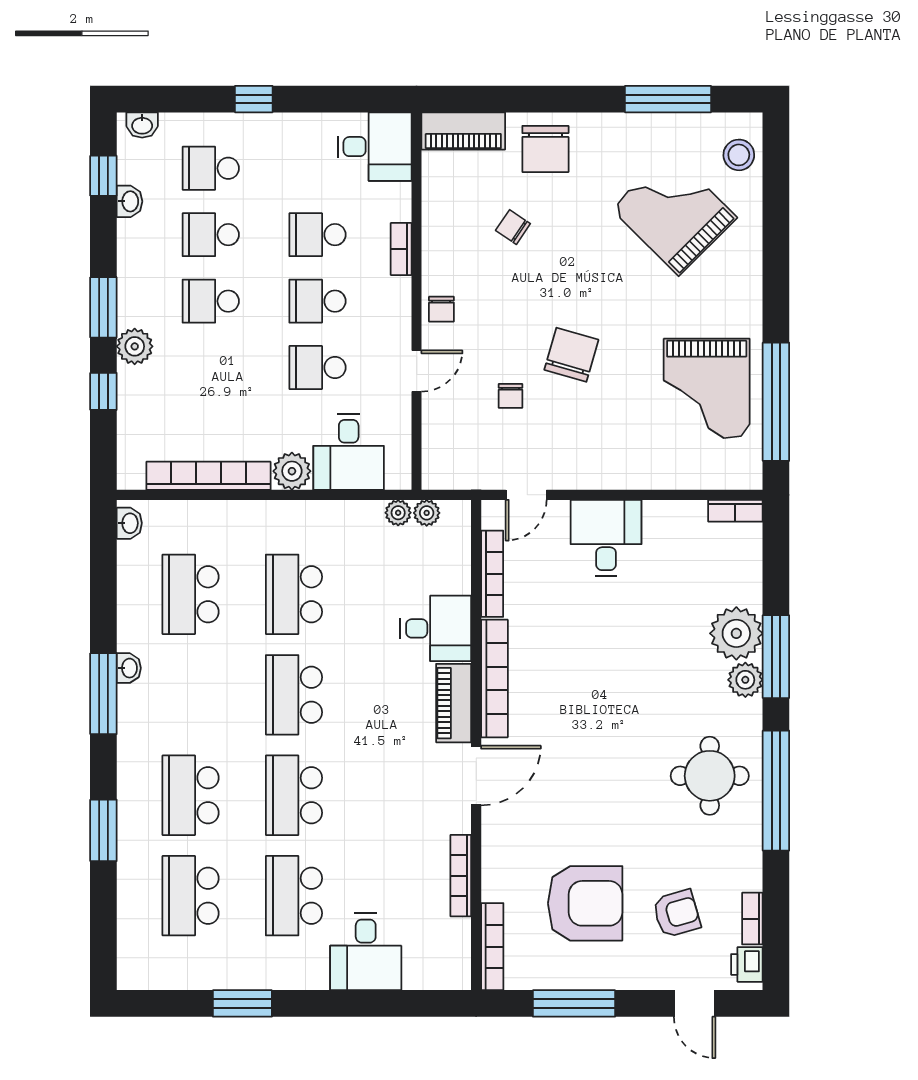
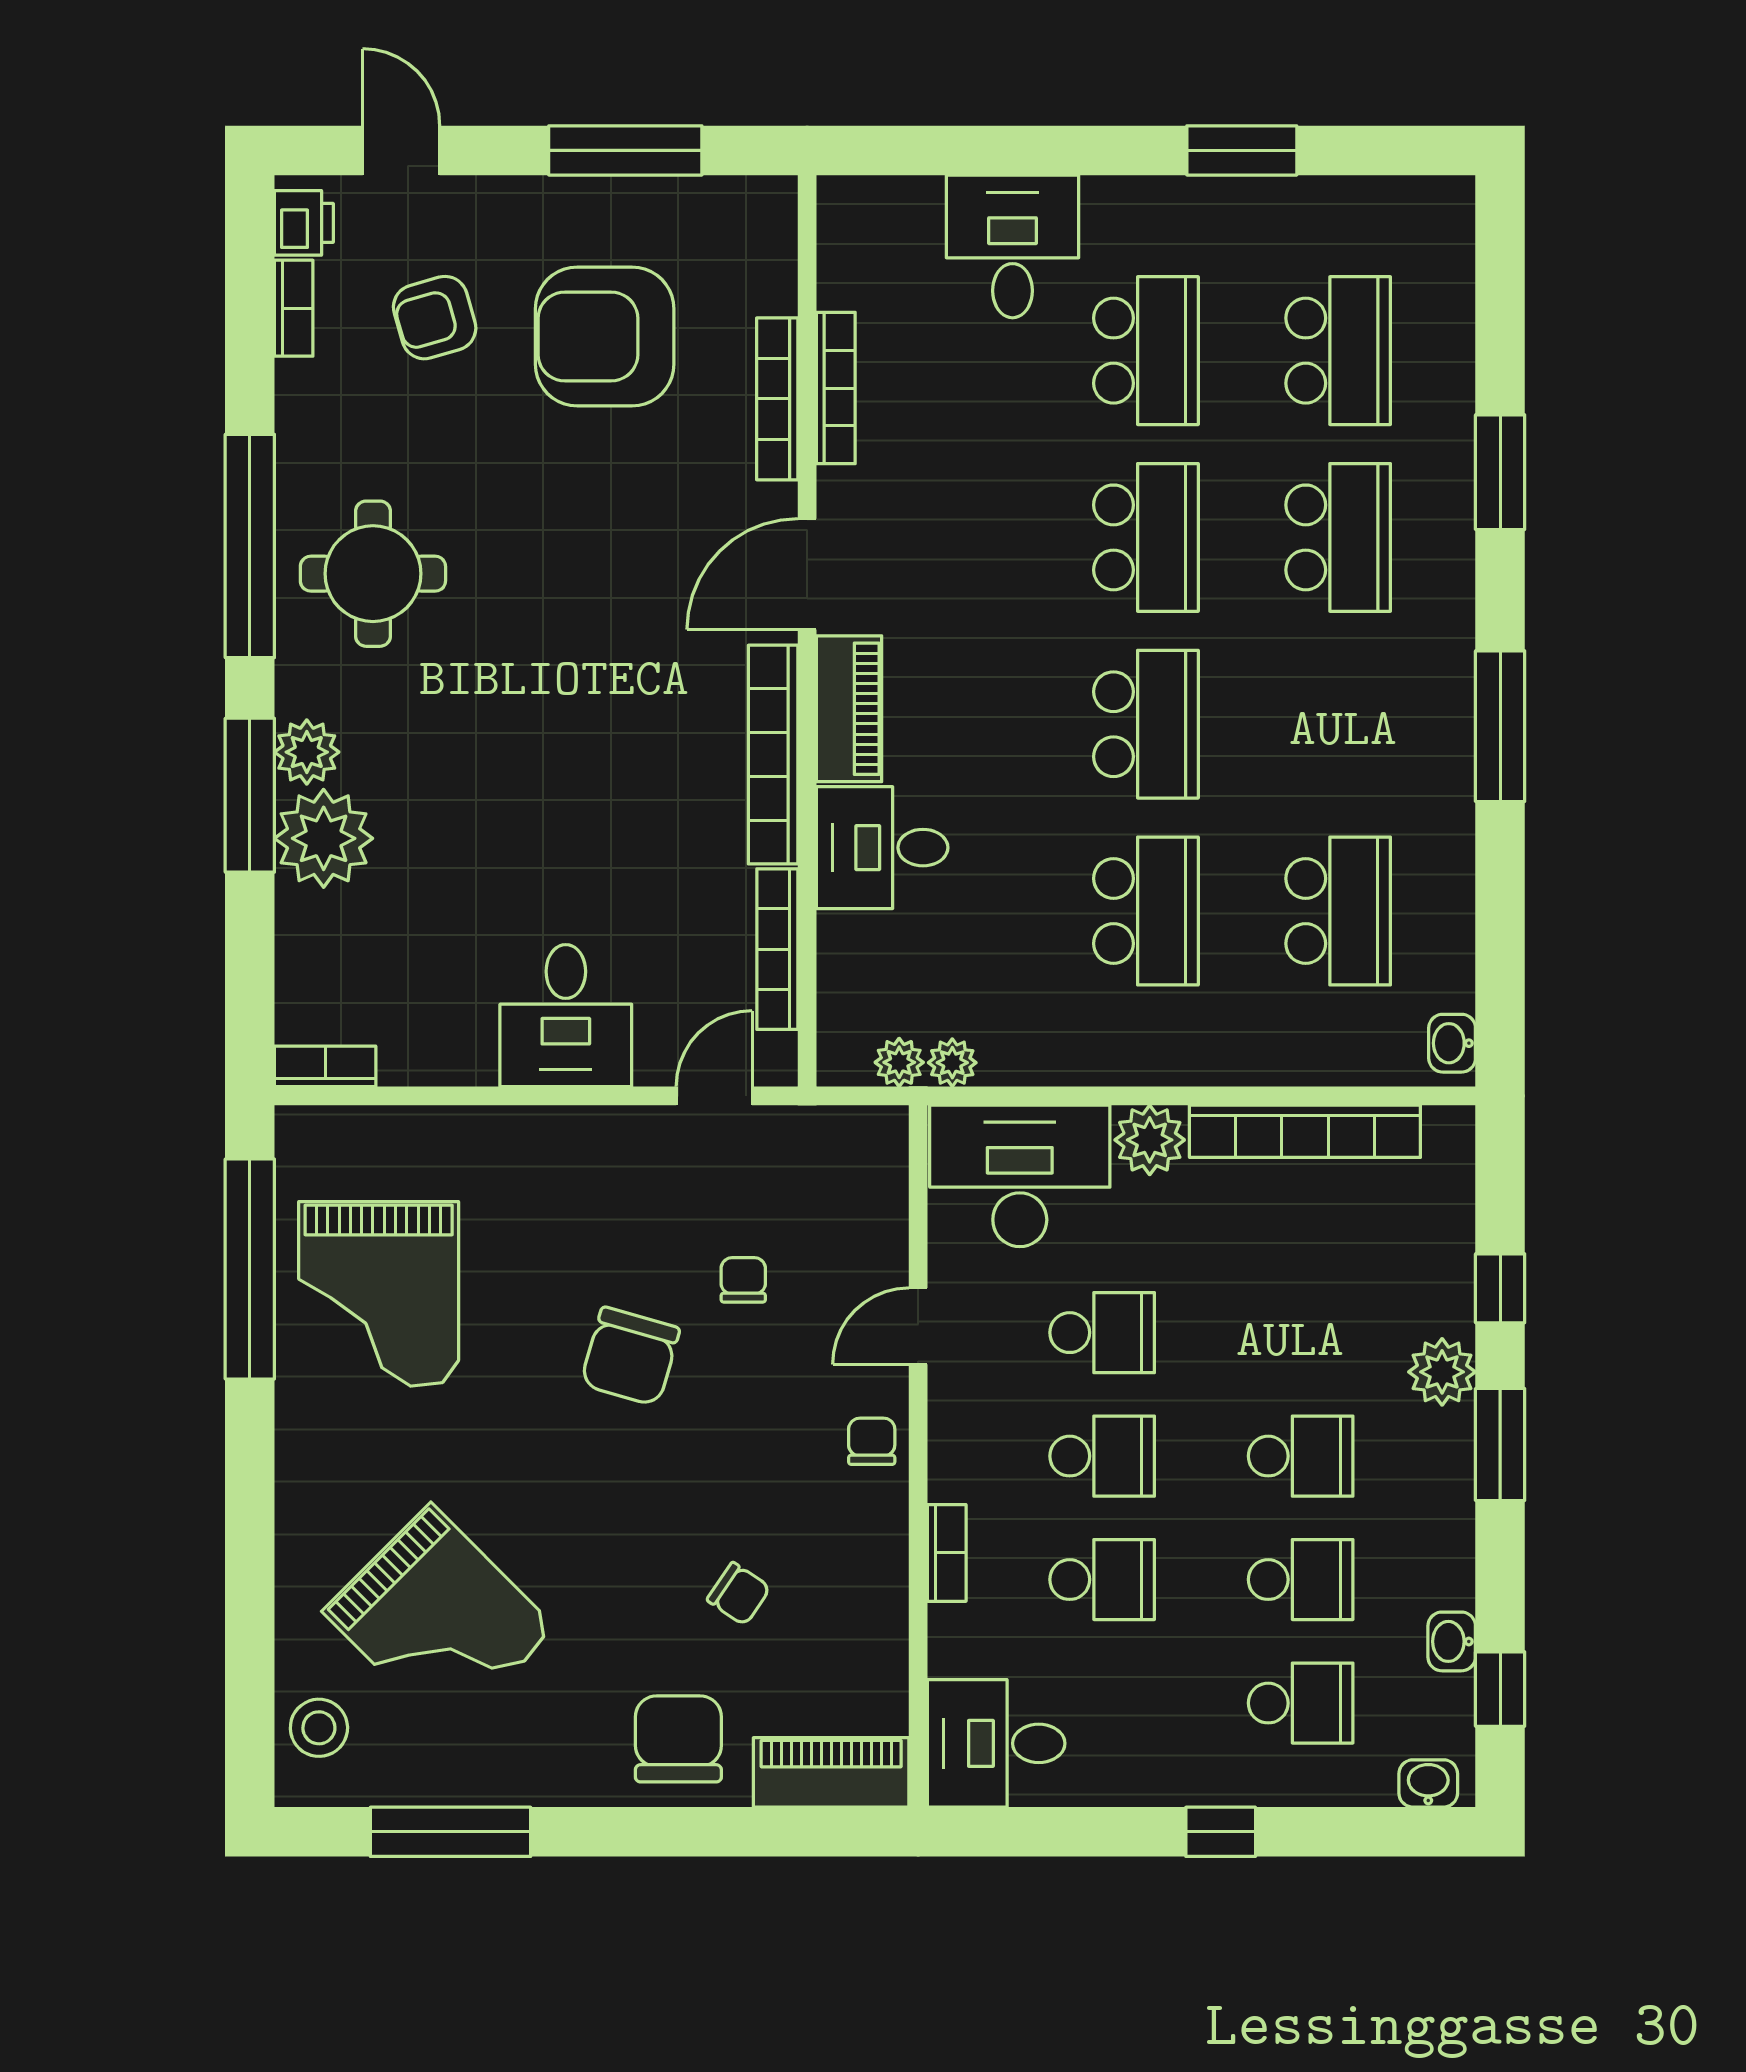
grand piano: (707, 388) -> (379, 1294), turned 180
desk: (349, 452) -> (1020, 1176), width x1.37
washbasin: (129, 668) -> (1453, 774), removed
bookcase: (492, 947) -> (777, 399), moved

